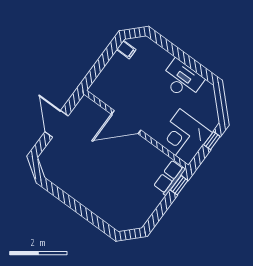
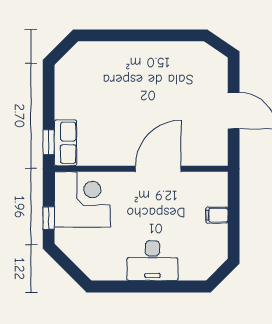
filing cabinet: (126, 50) -> (217, 215), moved
desk: (182, 80) -> (152, 261), moved

